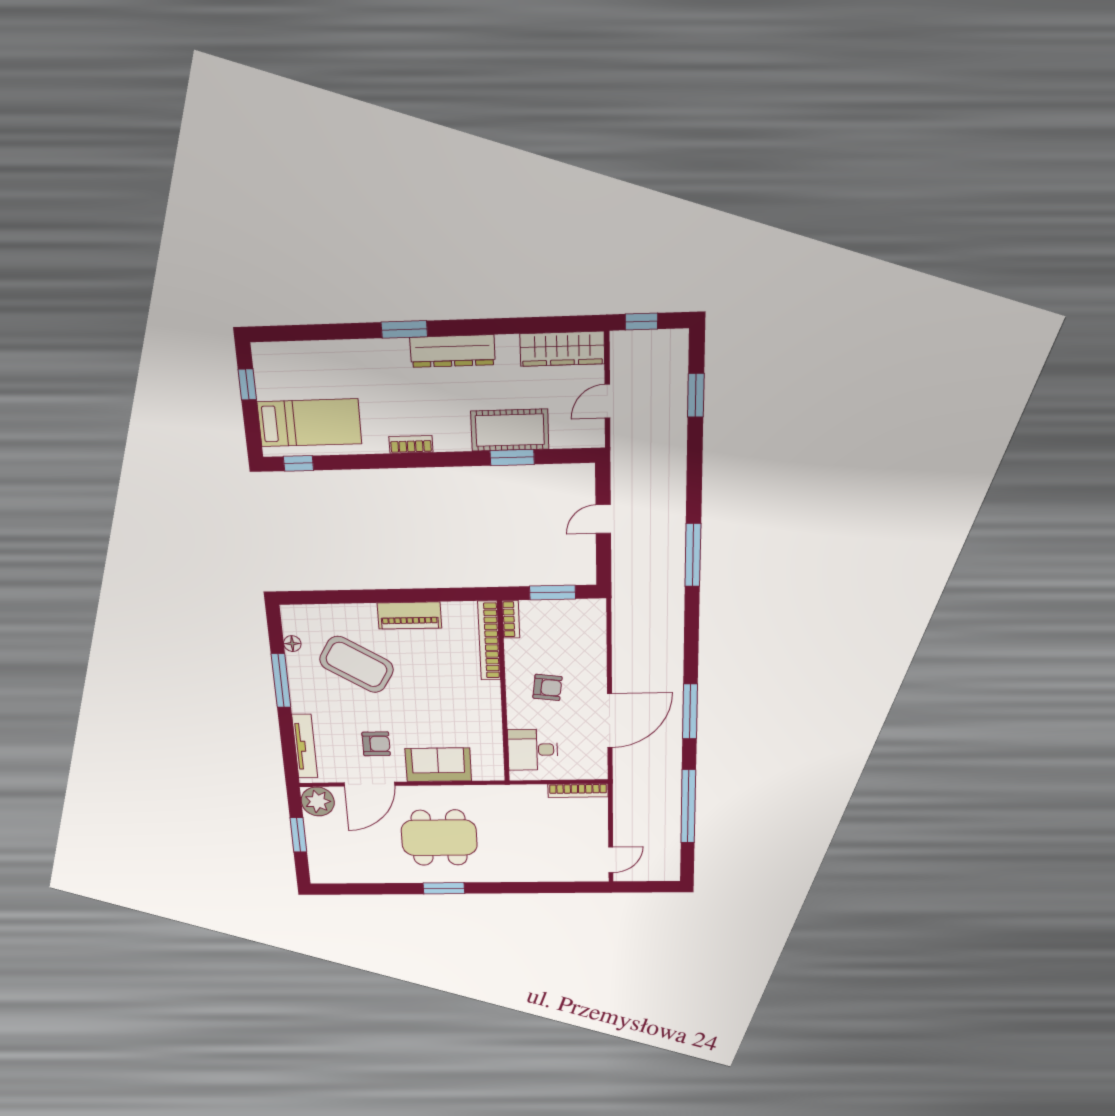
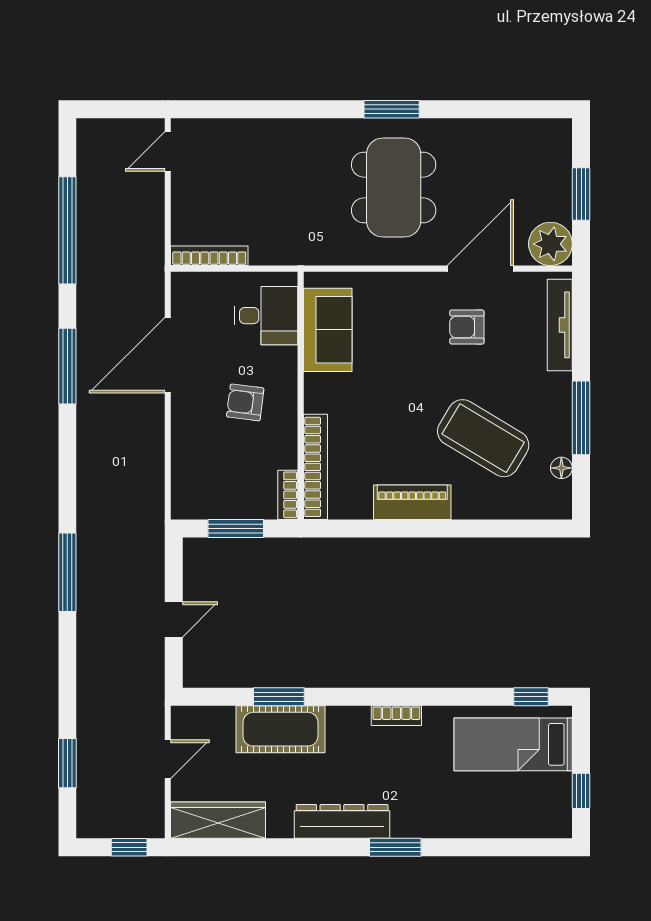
sofa: (438, 765) -> (328, 330), moved, turned -90
dining table: (439, 838) -> (394, 188), turned 90

